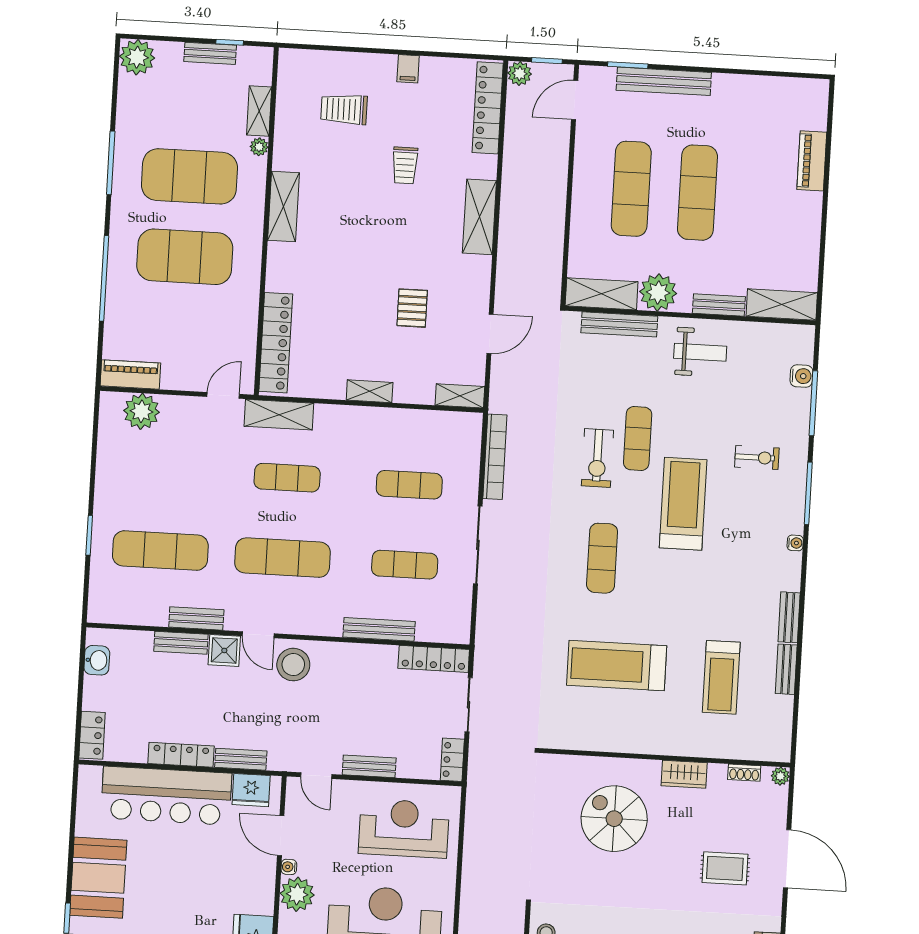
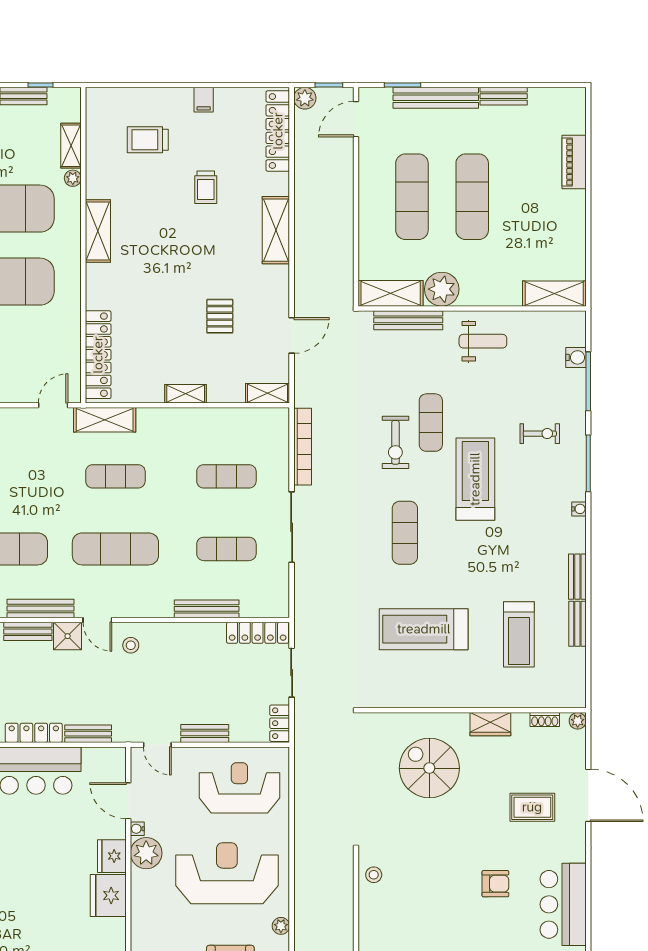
bench: (719, 305) -> (504, 96), moved
bench: (196, 618) -> (41, 609), width x1.36
stool: (293, 665) -> (131, 645), width x0.53, depth x0.53
fridge: (251, 790) -> (112, 856), moved, turned 90

